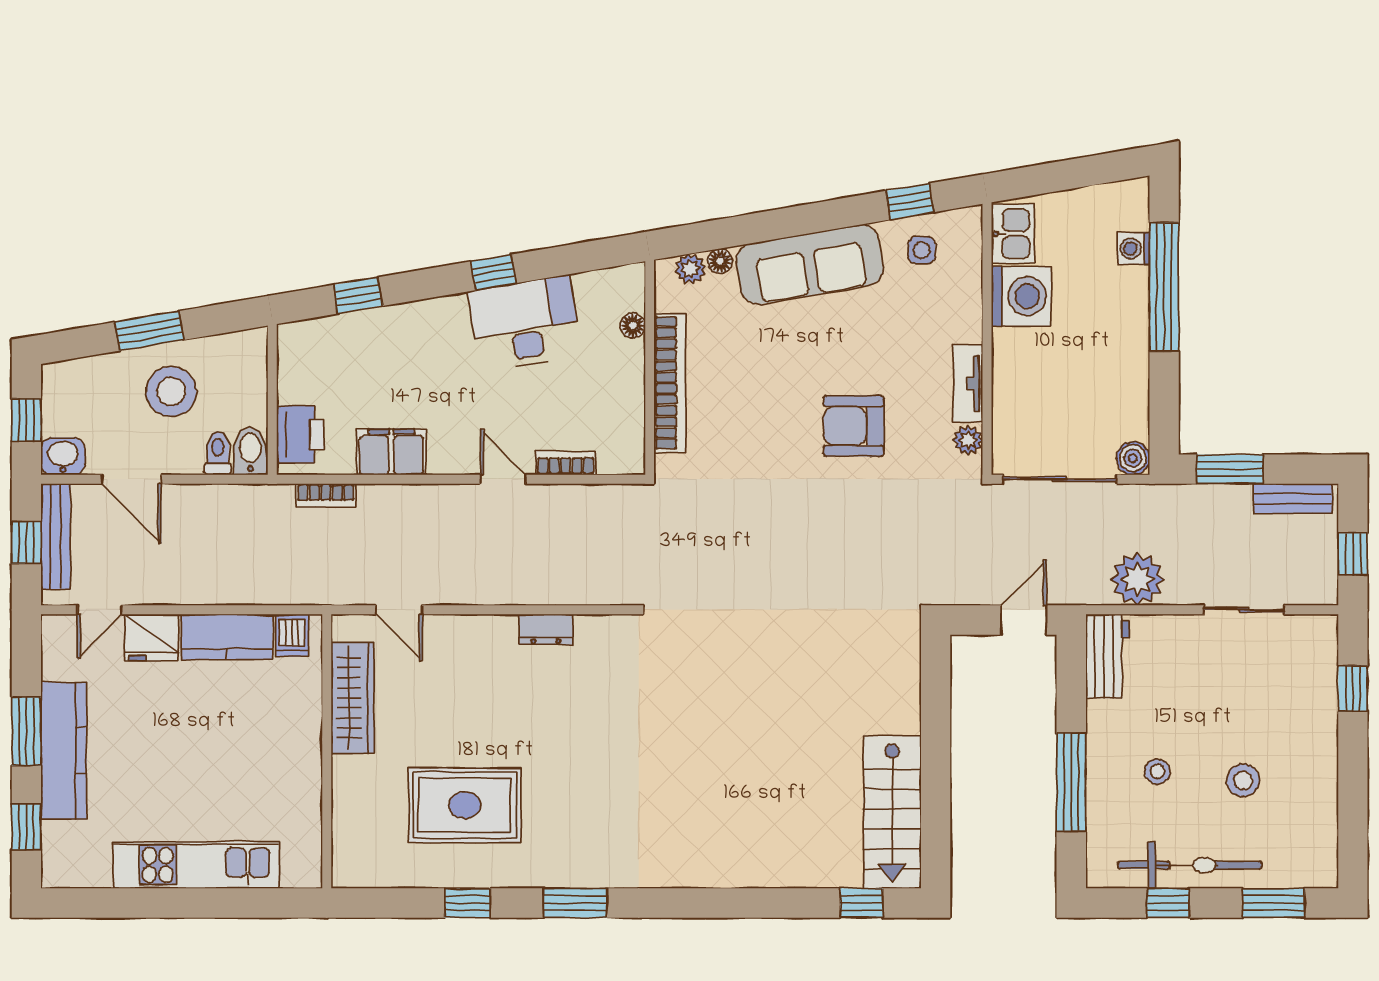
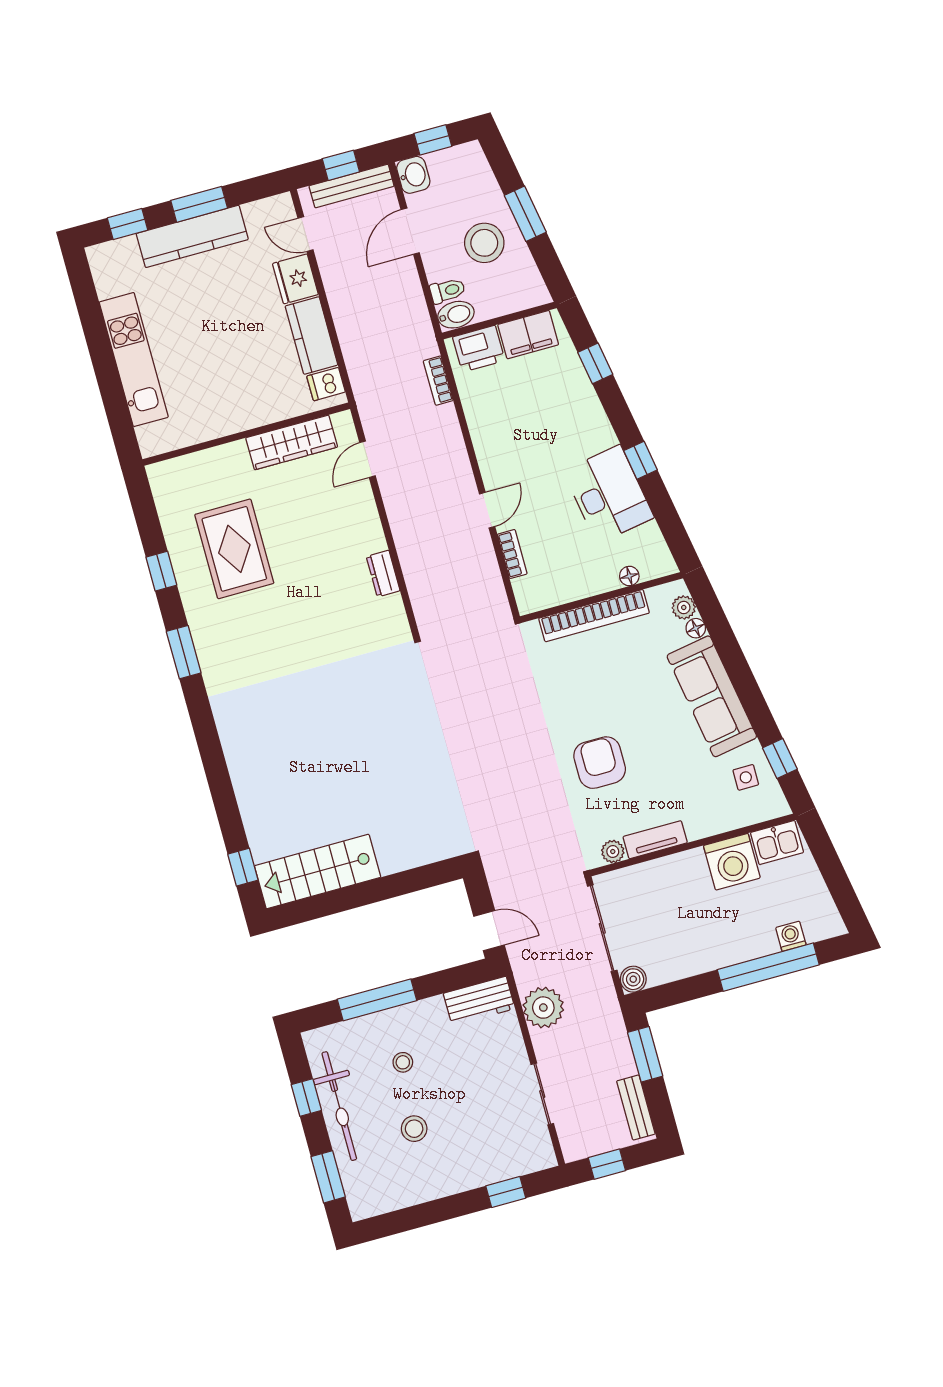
filing cabinet: (391, 452) -> (528, 335), moved, turned 90

